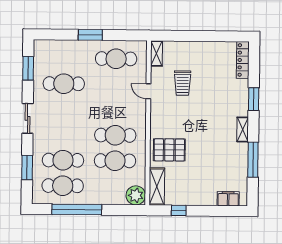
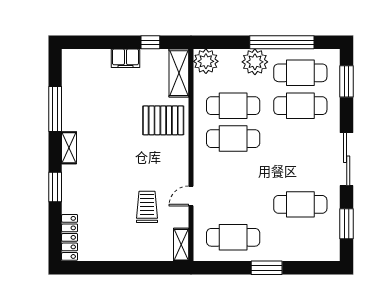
door: (148, 91) -> (191, 196), swing flipped
sliding door: (28, 118) -> (347, 159), width x1.37
window: (27, 168) -> (347, 81), moved
plant: (98, 195) -> (255, 62), added
filing cabinet: (228, 199) -> (125, 58), moved

